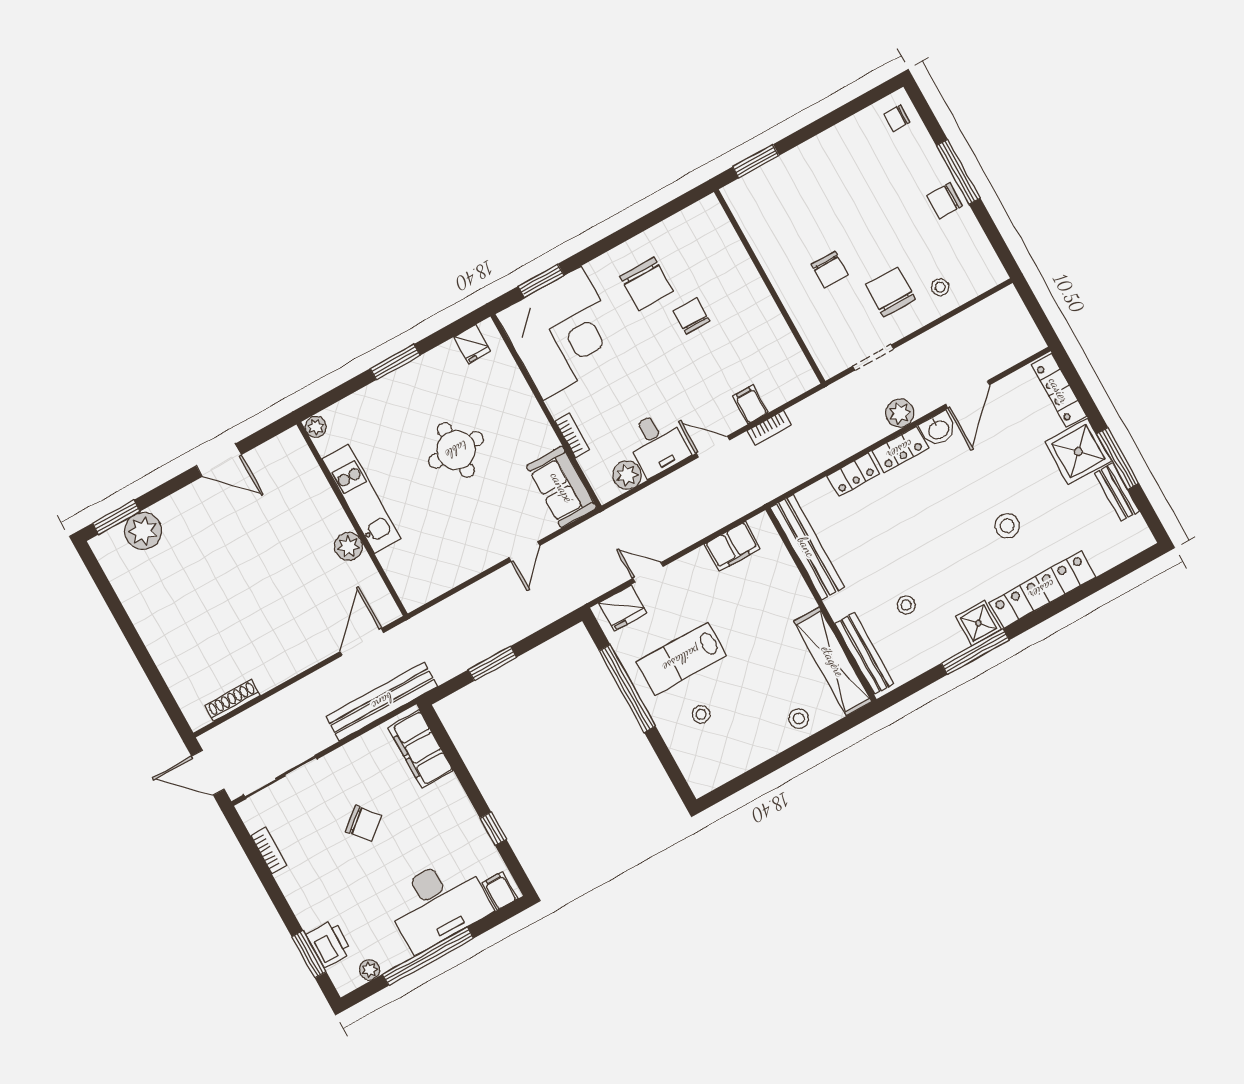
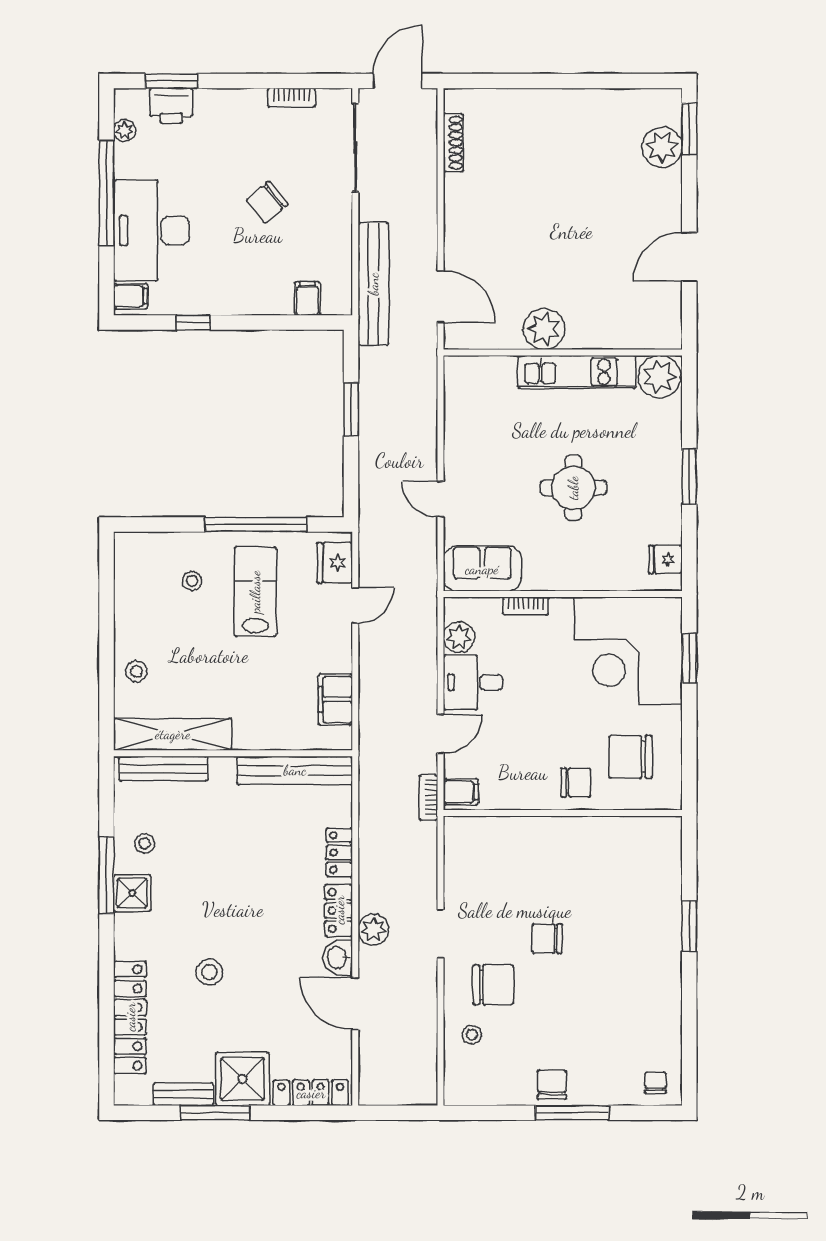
wall: (770, 287) -> (563, 813), moved
plant: (316, 427) -> (659, 377), width x1.87, depth x1.87
plant: (348, 546) -> (544, 329), width x1.36, depth x1.36
locker: (1042, 590) -> (130, 1017), moved
stool: (906, 605) -> (145, 843), moved
filing cabinet: (421, 749) -> (307, 299), width x0.33, depth x0.86

